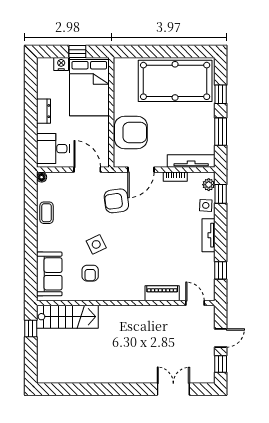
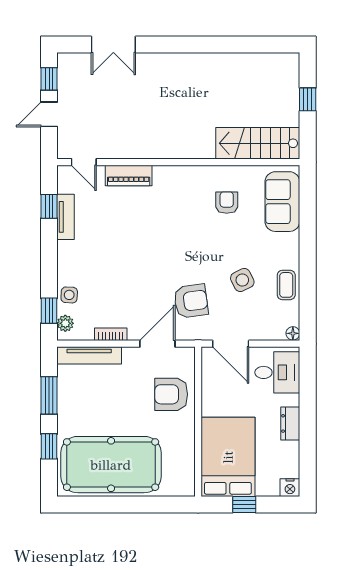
nightstand: (61, 64) -> (290, 488), moved
armchair: (131, 132) -> (171, 394), width x0.73, depth x0.73
tv unit: (208, 235) -> (66, 217), moved
side table: (96, 244) -> (242, 280), moved
window: (31, 328) -> (308, 99), moved

